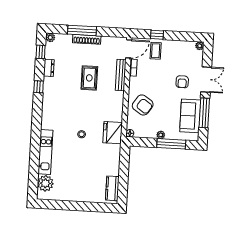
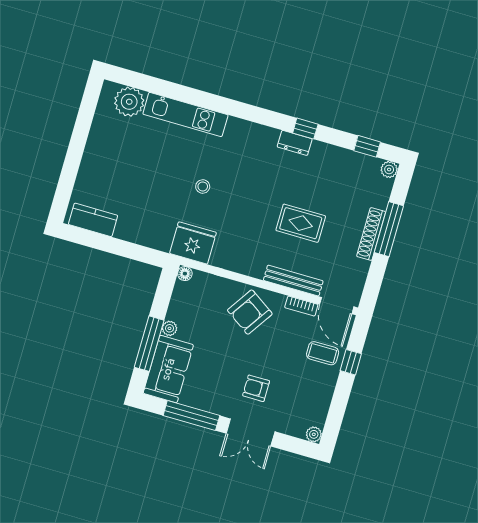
dresser: (49, 68) -> (295, 143), moved
armchair: (143, 105) -> (250, 312), moved
sofa: (190, 116) -> (168, 369), moved, turned 90

